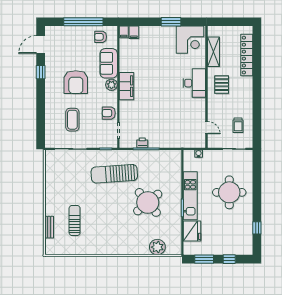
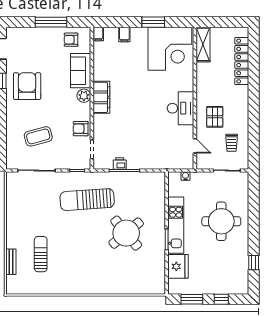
window: (83, 22) -> (51, 22), width x0.68
filing cabinet: (134, 32) -> (124, 34), moved
corner desk: (190, 40) -> (170, 49), width x1.36, depth x1.36
shelving: (214, 52) -> (203, 44), moved
armchair: (76, 82) -> (27, 86), moved, turned 180
desk: (194, 83) -> (180, 108), moved
pallet: (222, 85) -> (215, 117), moved
coffee table: (72, 120) -> (38, 136), turned 75
plant: (157, 247) -> (137, 285), removed

